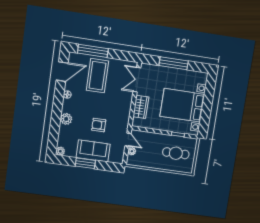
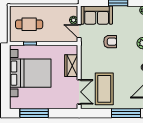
window: (174, 63) -> (34, 113), moved
coffee table: (97, 76) -> (104, 89), moved
sofa: (93, 151) -> (97, 15), moved

